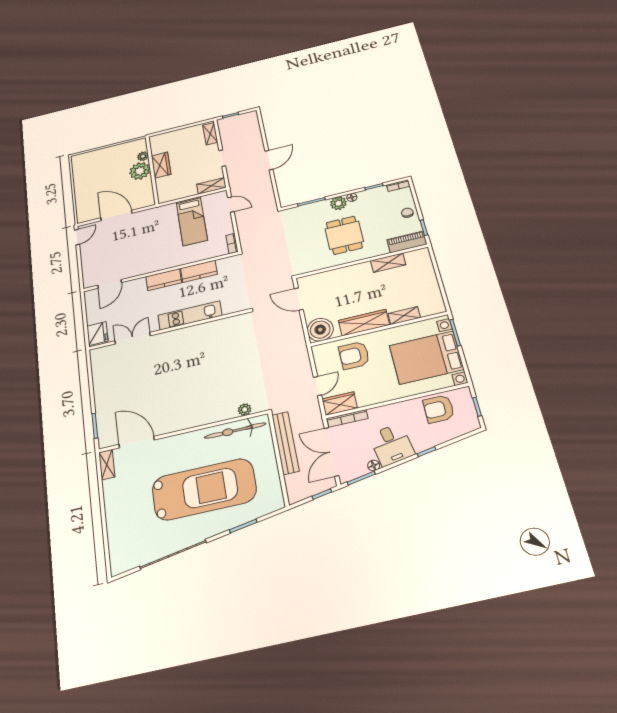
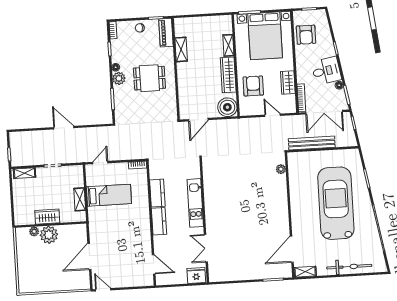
shelving: (211, 186) -> (80, 199), moved
armchair: (354, 355) -> (253, 86), turned 180
wardrobe: (340, 404) -> (288, 82), moved
bicycle: (235, 431) -> (349, 267), moved, turned -90

